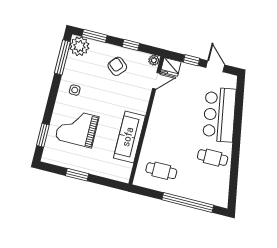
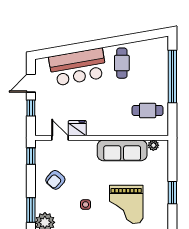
window: (131, 45) -> (31, 156), moved
plant: (154, 60) -> (153, 145), moved
fridge: (171, 67) -> (77, 128), moved, turned -90
side table: (75, 90) -> (86, 205), moved
cafe table: (161, 171) -> (148, 111), turned 90

